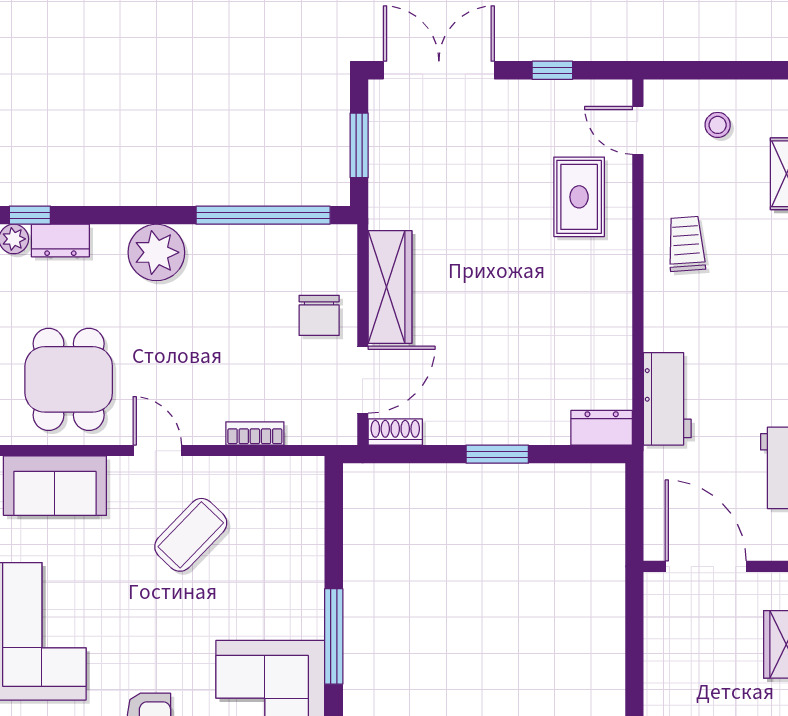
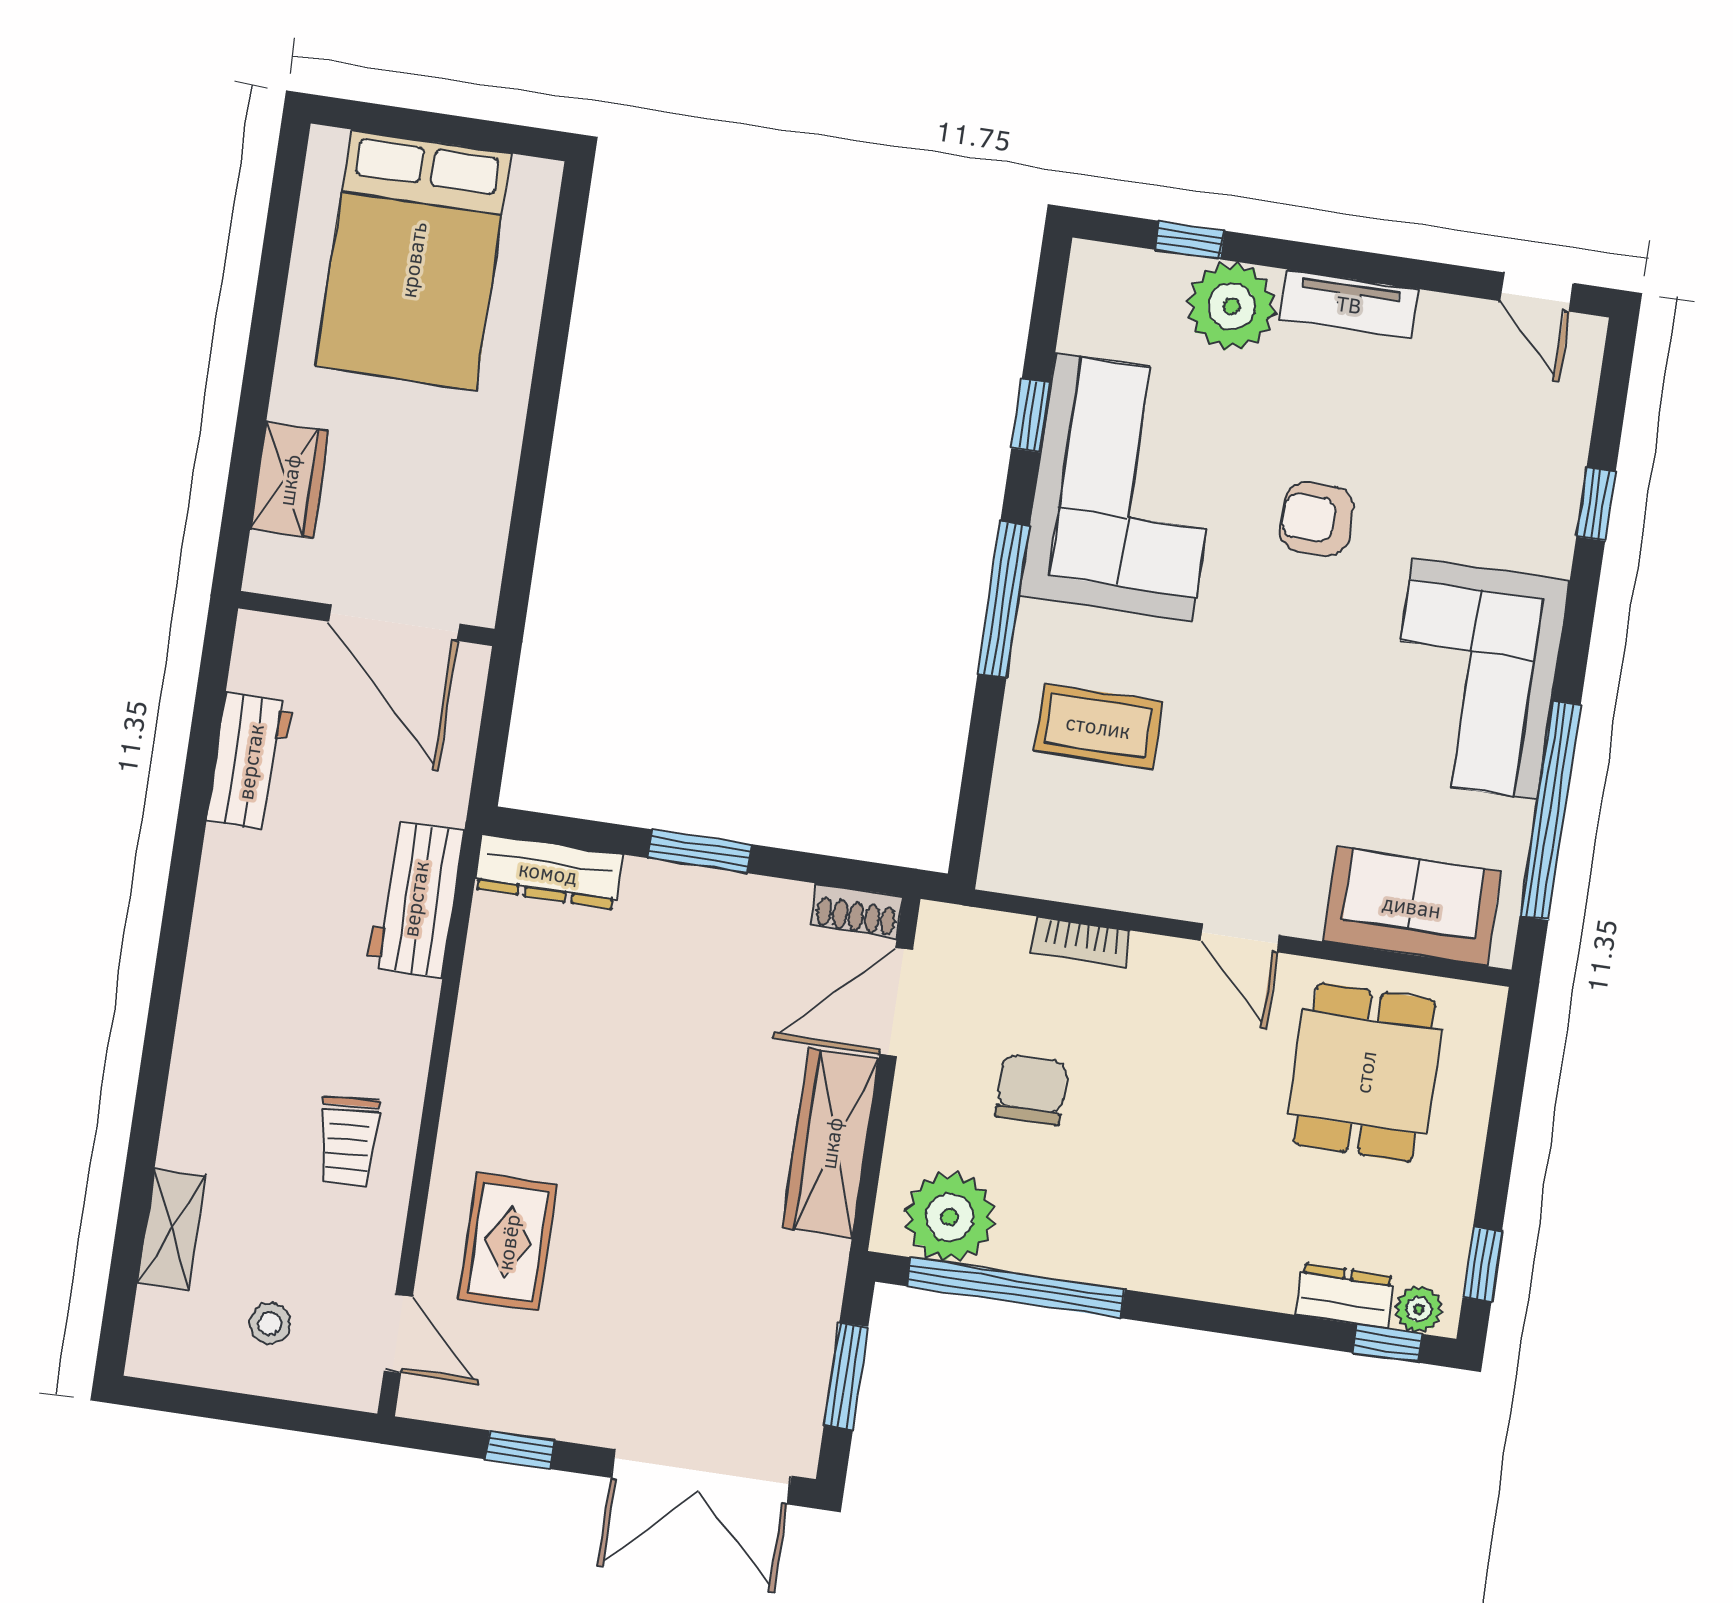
plant: (156, 252) -> (950, 1217), moved
chair: (319, 315) -> (1032, 1090), moved
dresser: (602, 428) -> (548, 872), width x1.44
coffee table: (191, 535) -> (1098, 726), moved, turned 46

